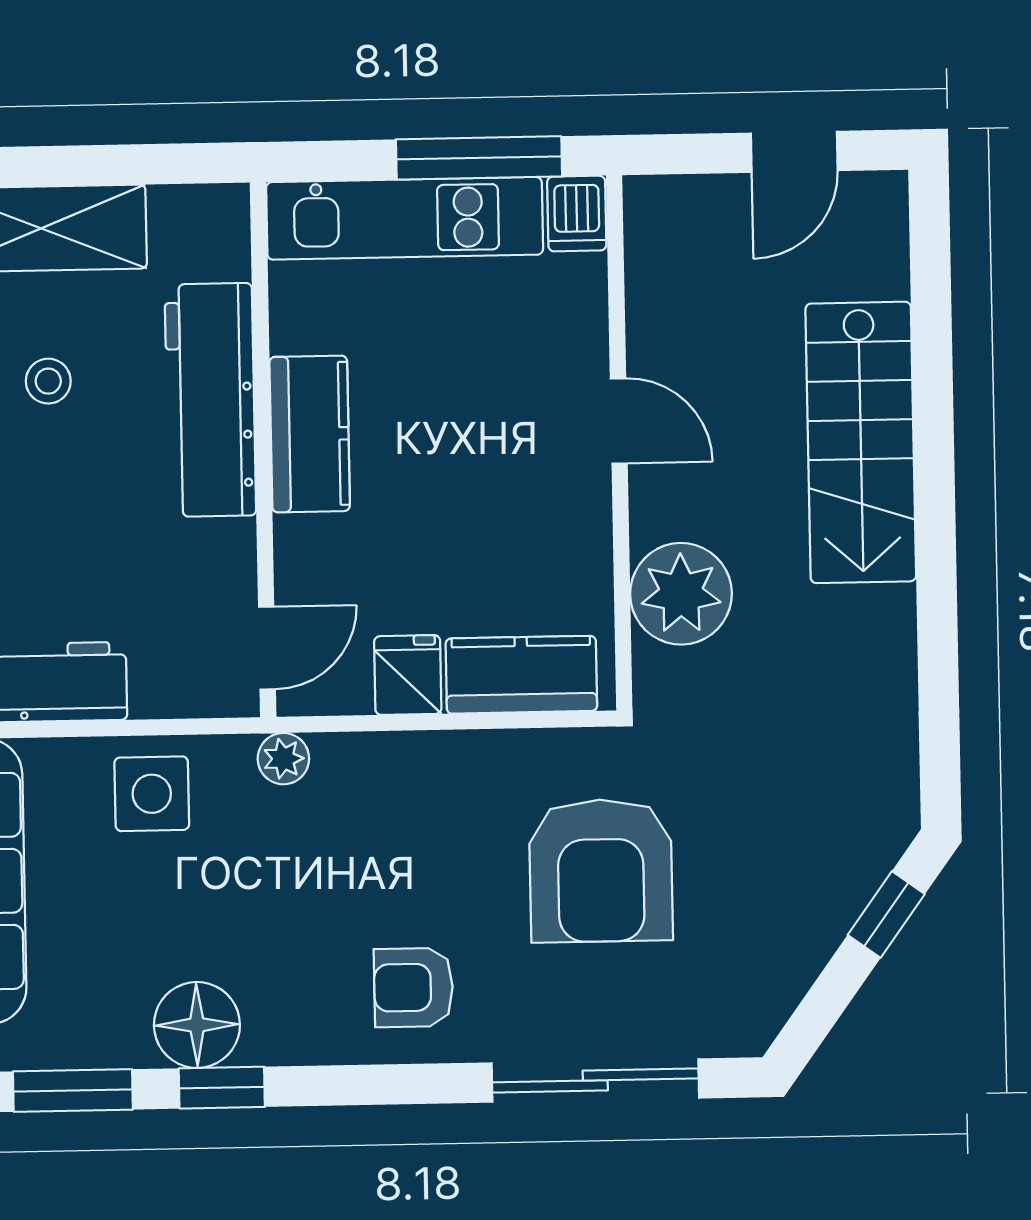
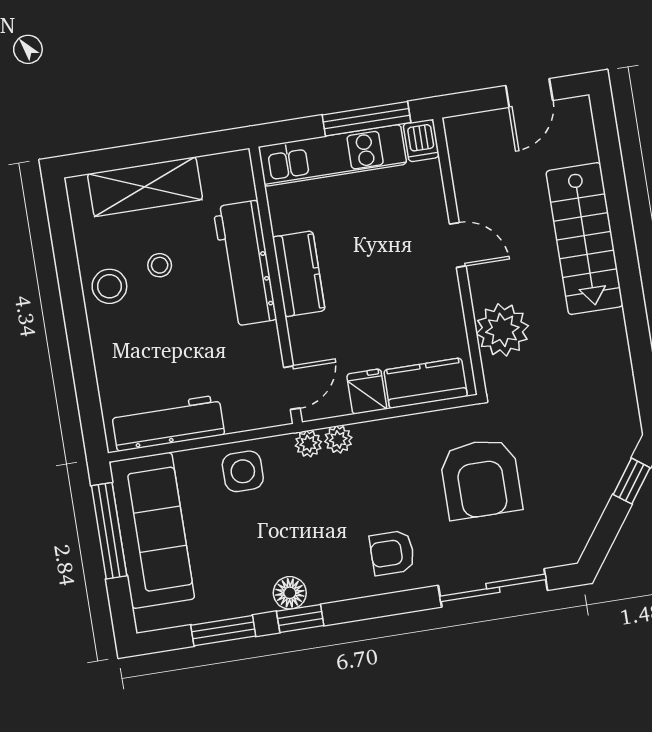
plant: (341, 758) -> (338, 439), added
floor lamp: (197, 1025) -> (290, 593), width x0.73, depth x0.73

